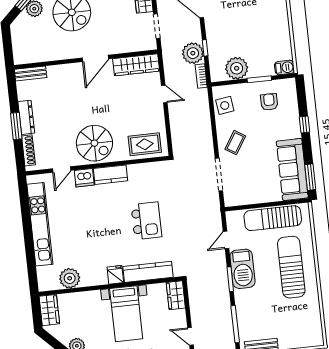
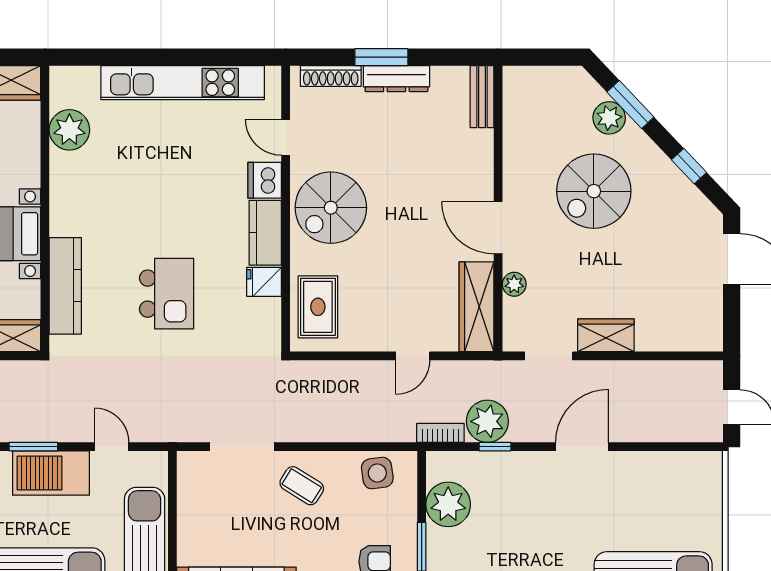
plant: (123, 47) -> (514, 284), added
kitchen island: (146, 221) -> (167, 294), turned -90
fridge: (115, 275) -> (264, 282), moved, turned 180

